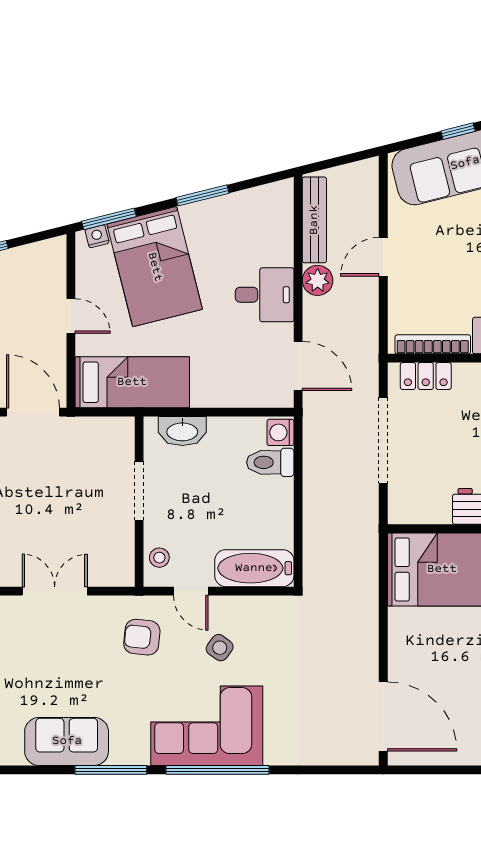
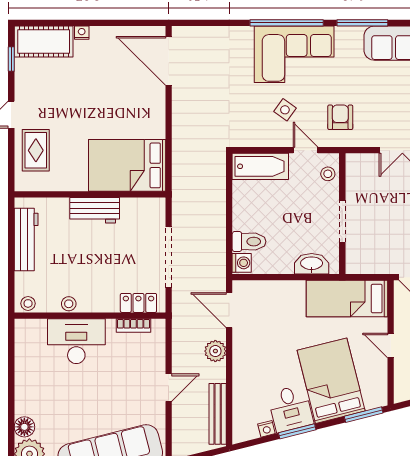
nightstand: (97, 236) -> (266, 429), moved
plant: (318, 280) -> (215, 351), moved
desk: (265, 295) -> (290, 409), moved, turned -104
bookcase: (433, 344) -> (133, 325), width x0.64
armchair: (142, 637) -> (340, 117), turned -96

